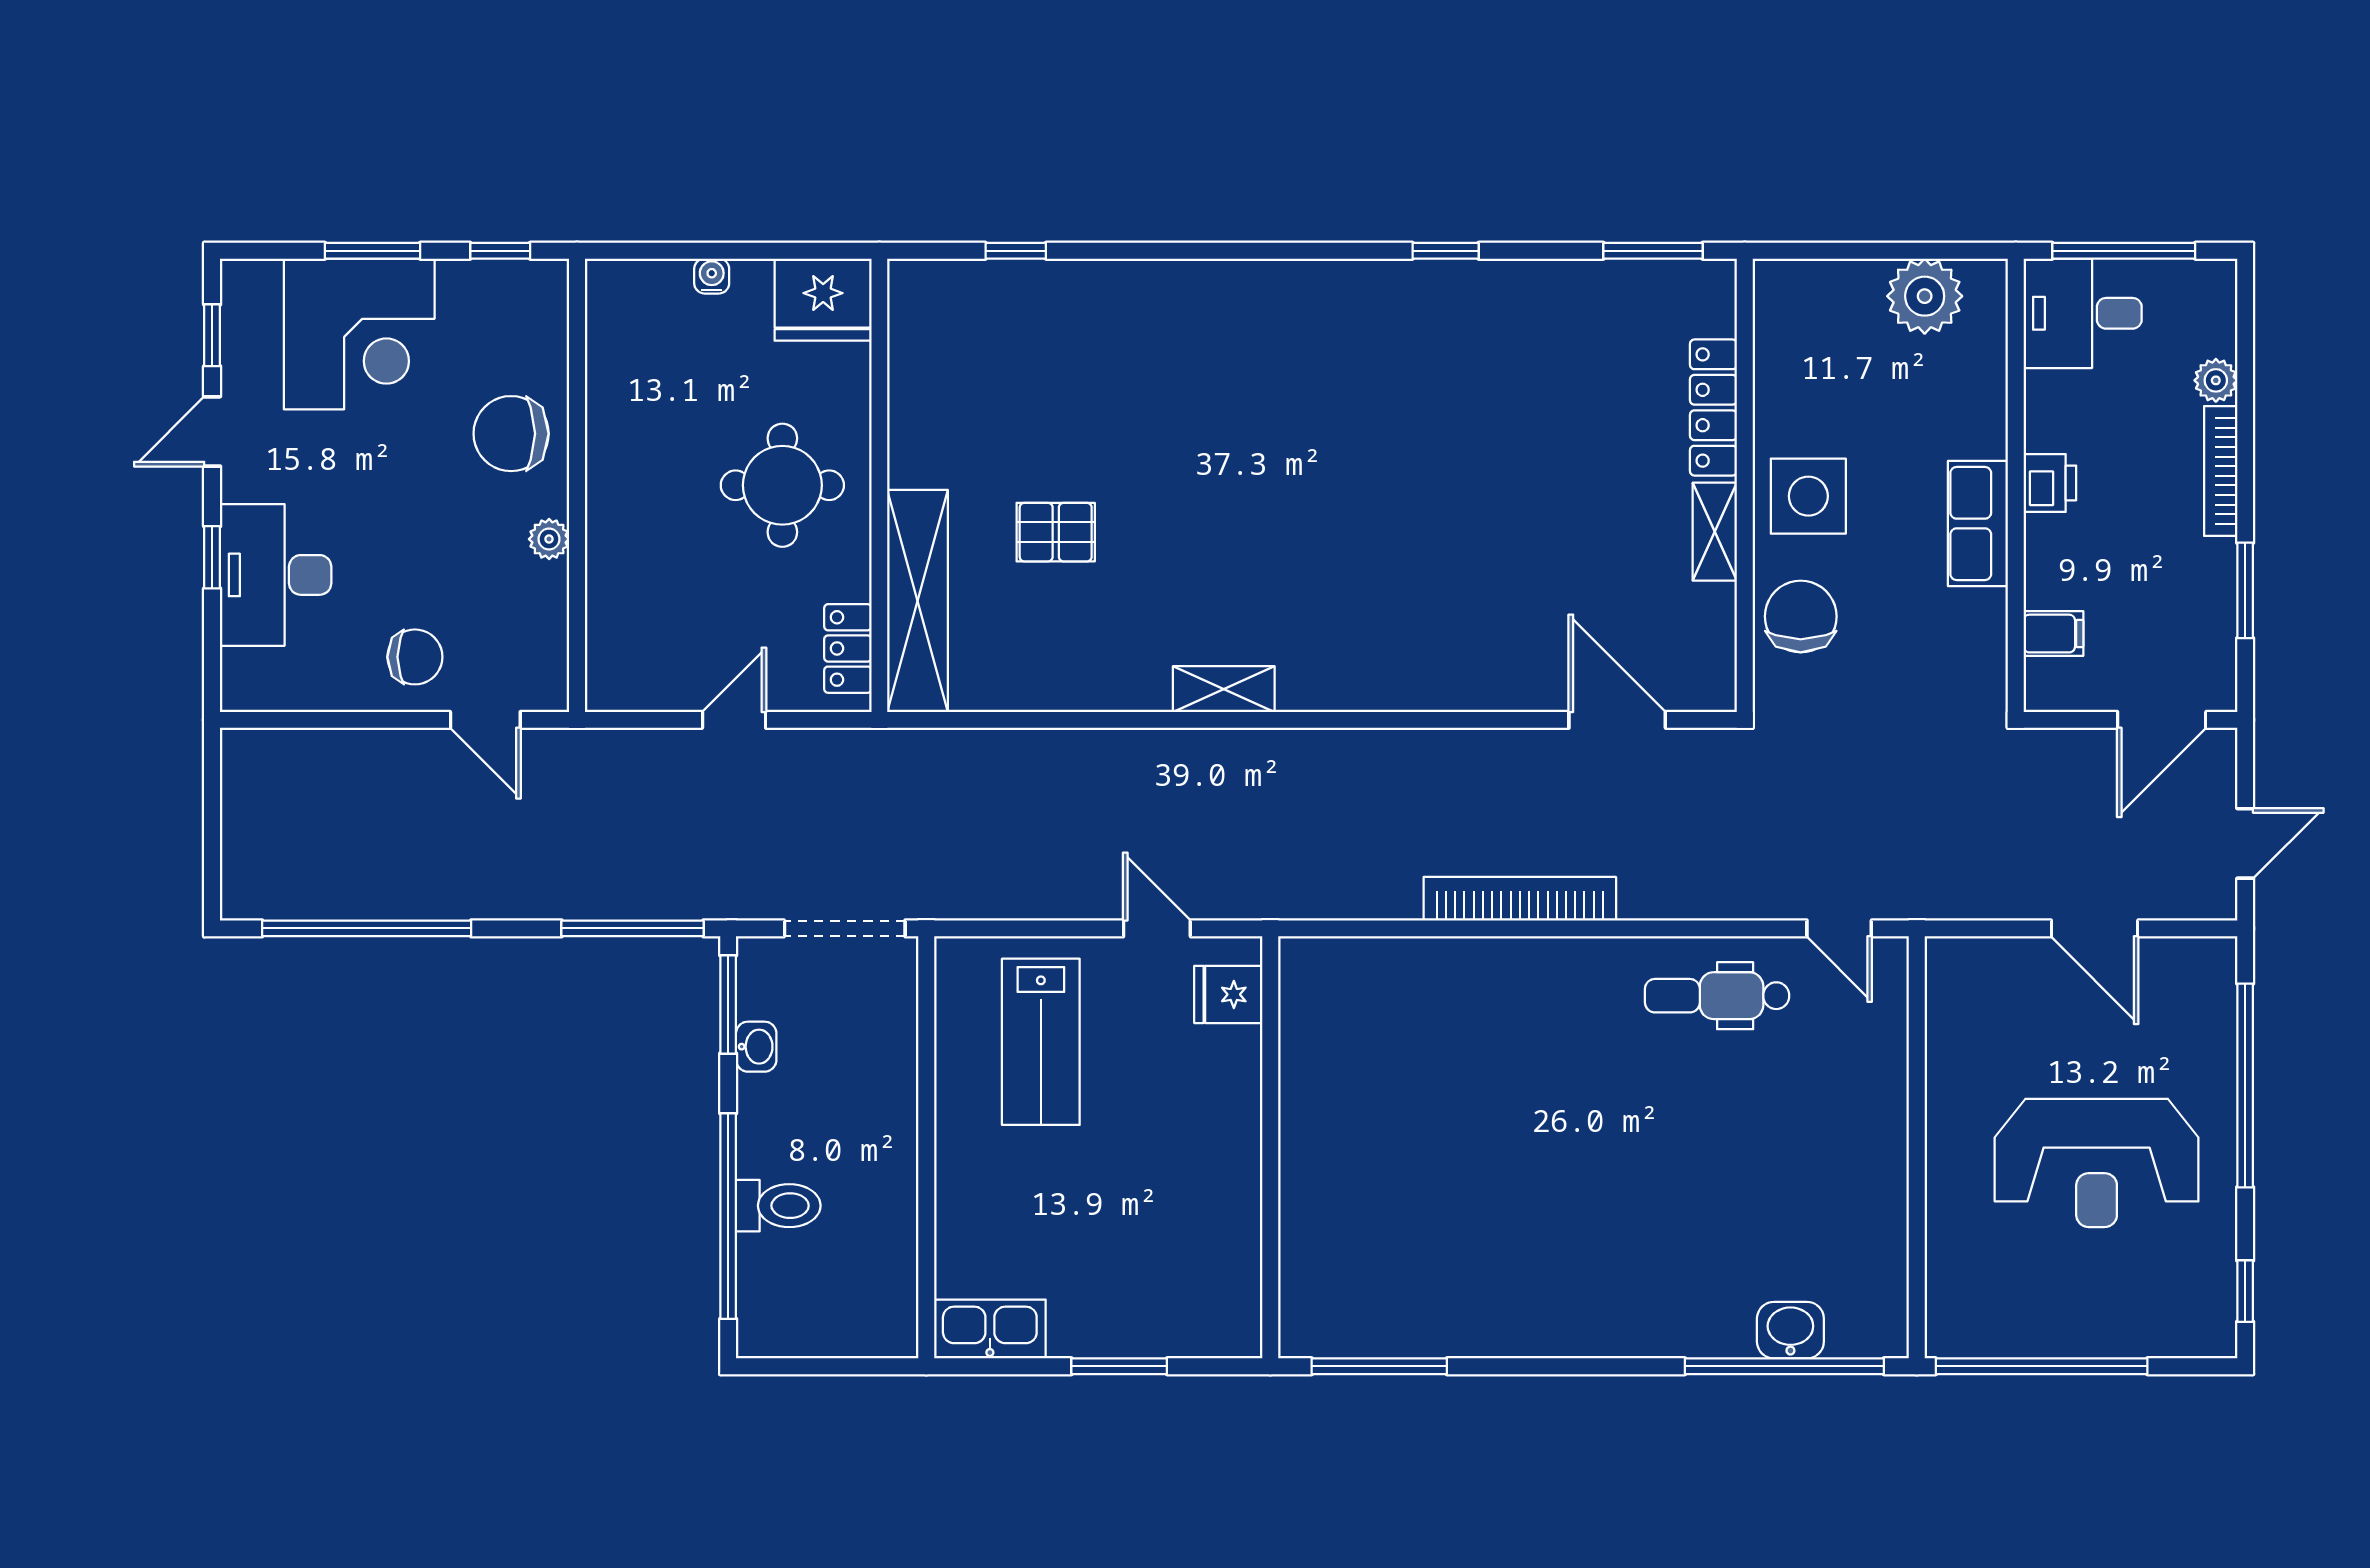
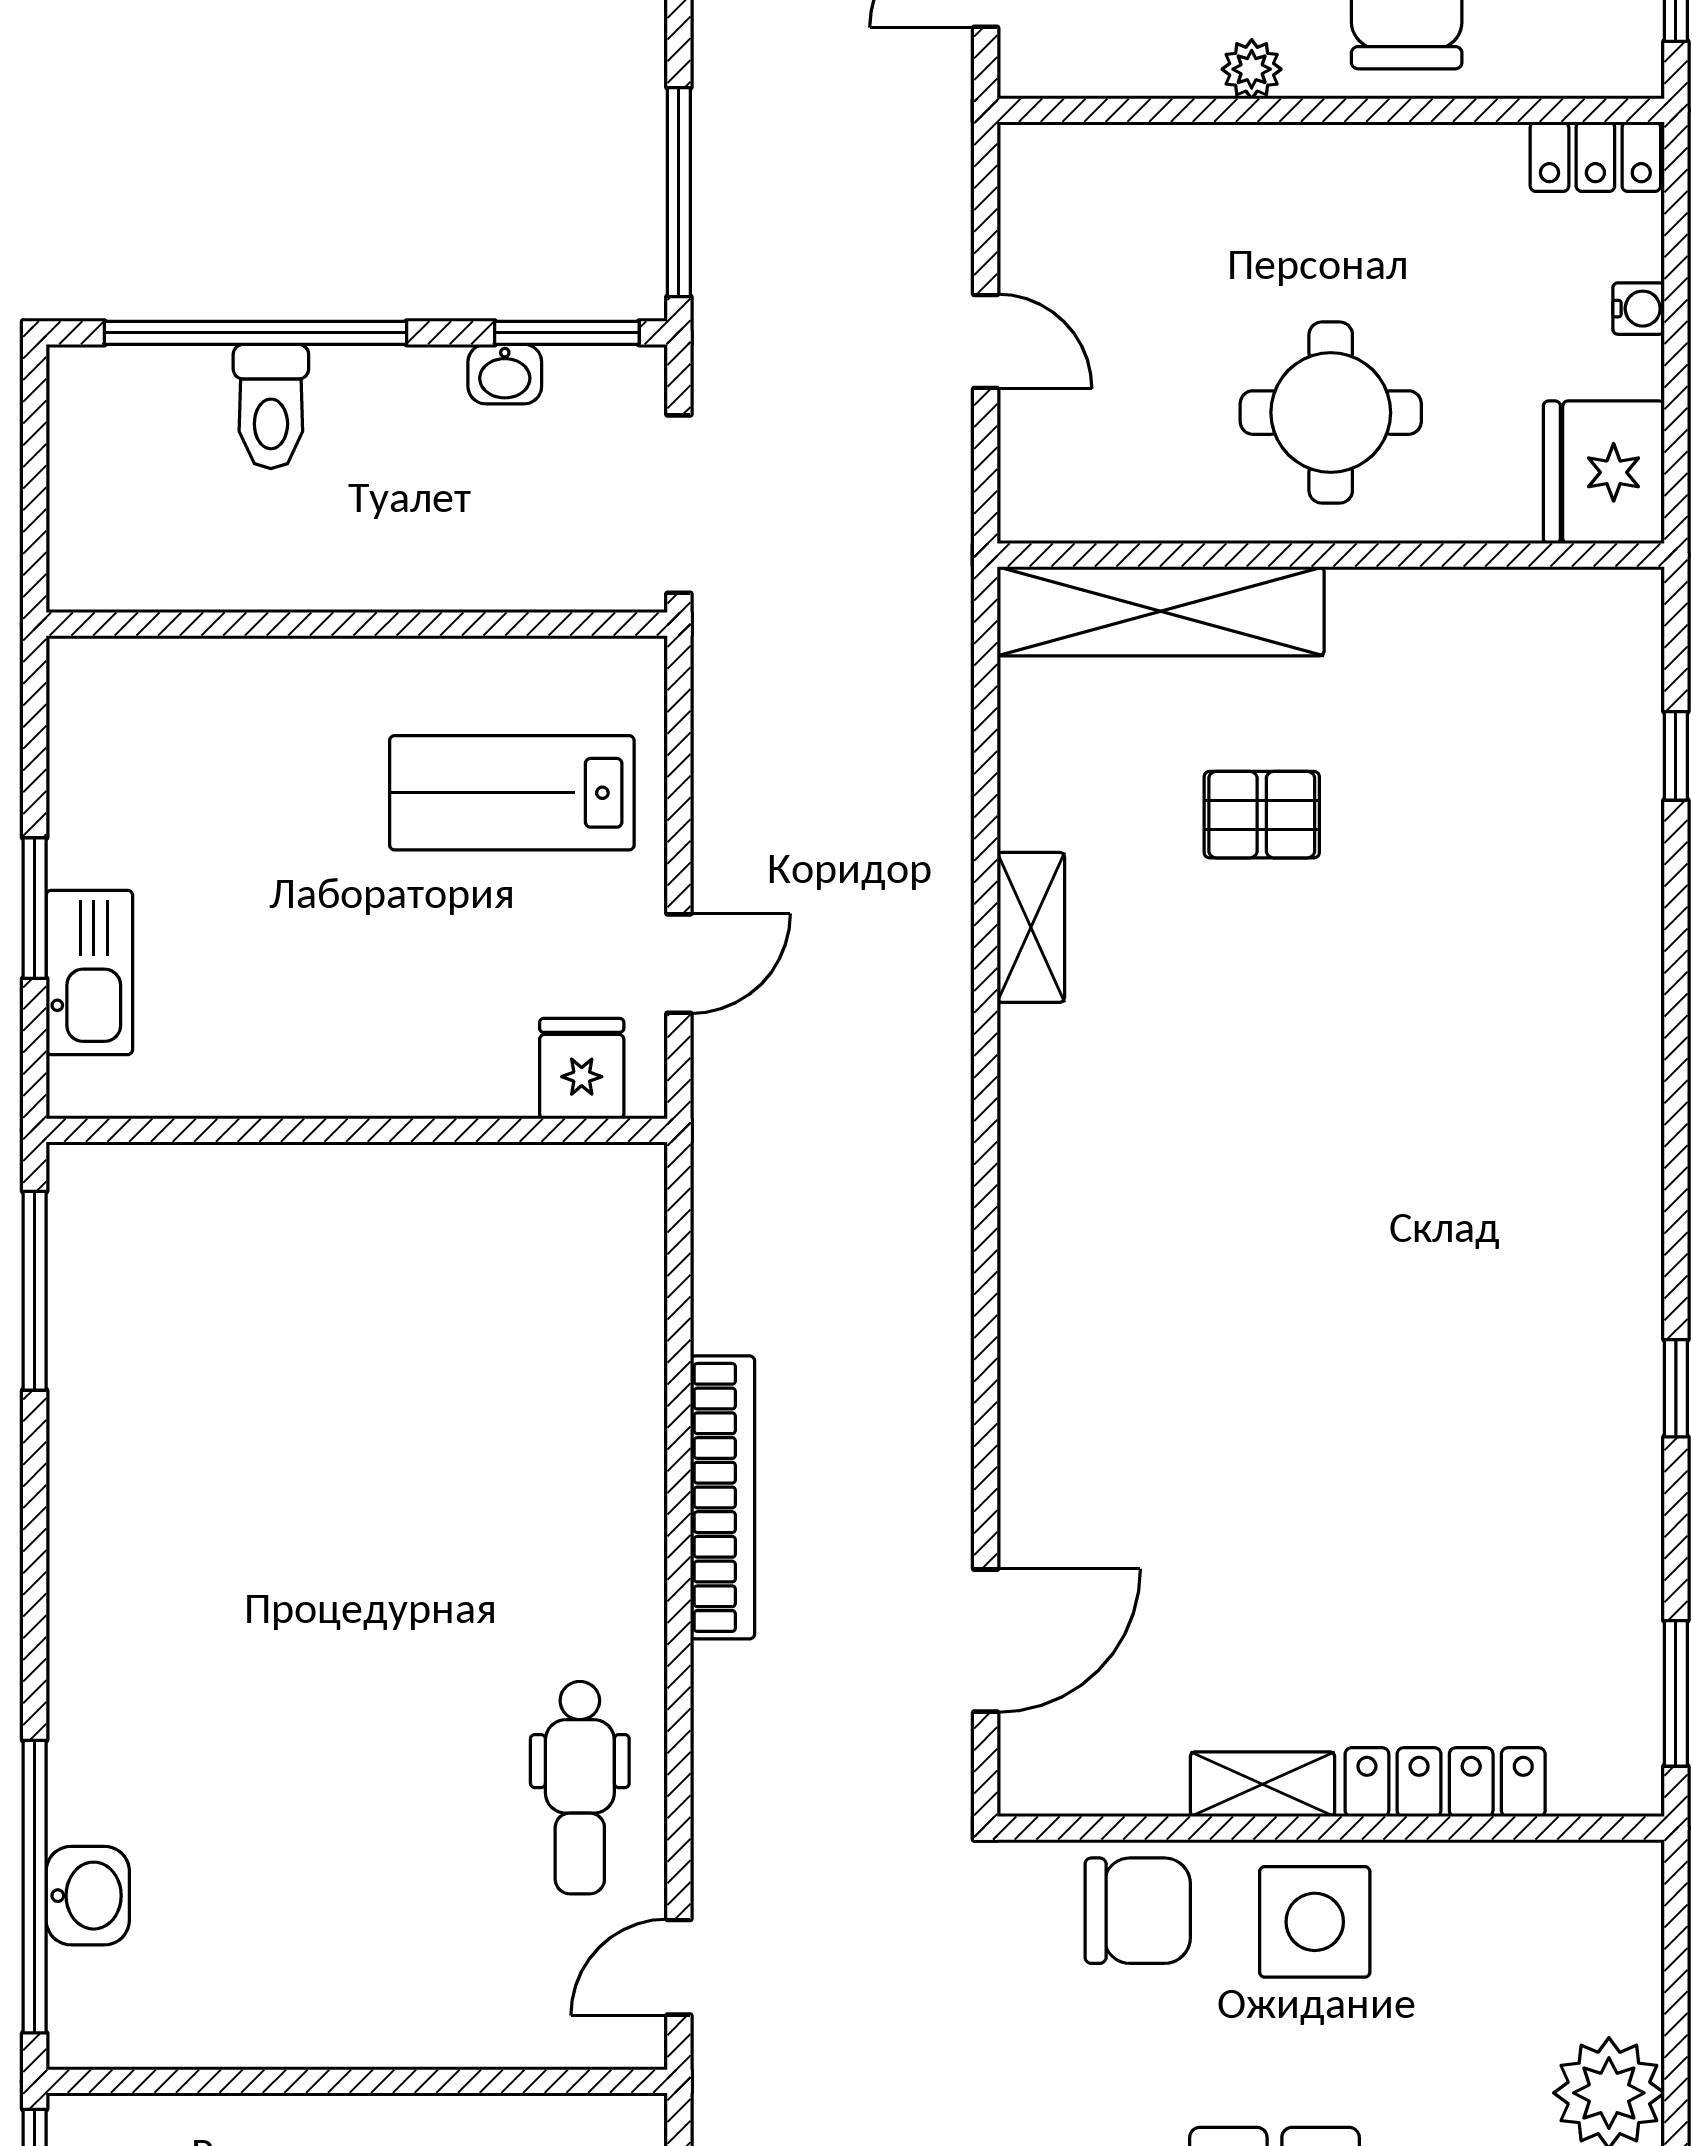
pallet: (1056, 532) -> (1262, 815), turned 90
locker: (848, 648) -> (1595, 157), moved, turned 180
shelving: (1224, 689) -> (1031, 927), moved
dental chair: (1717, 996) -> (580, 1788), turned 180
kitchen sink: (990, 1329) -> (89, 972), moved

